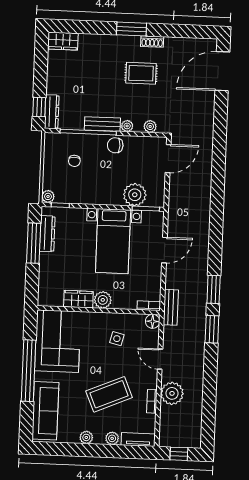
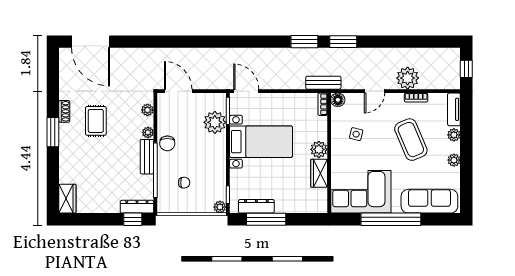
door: (164, 250) -> (246, 91), moved

